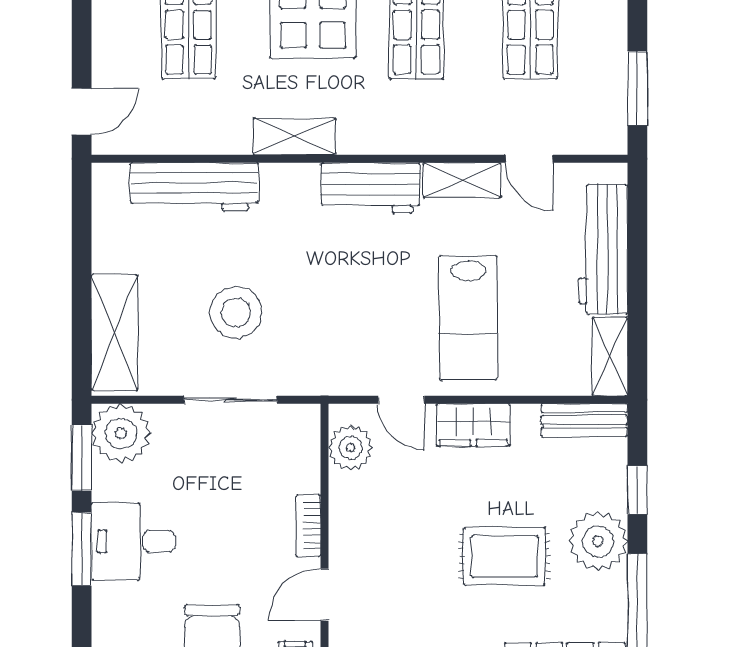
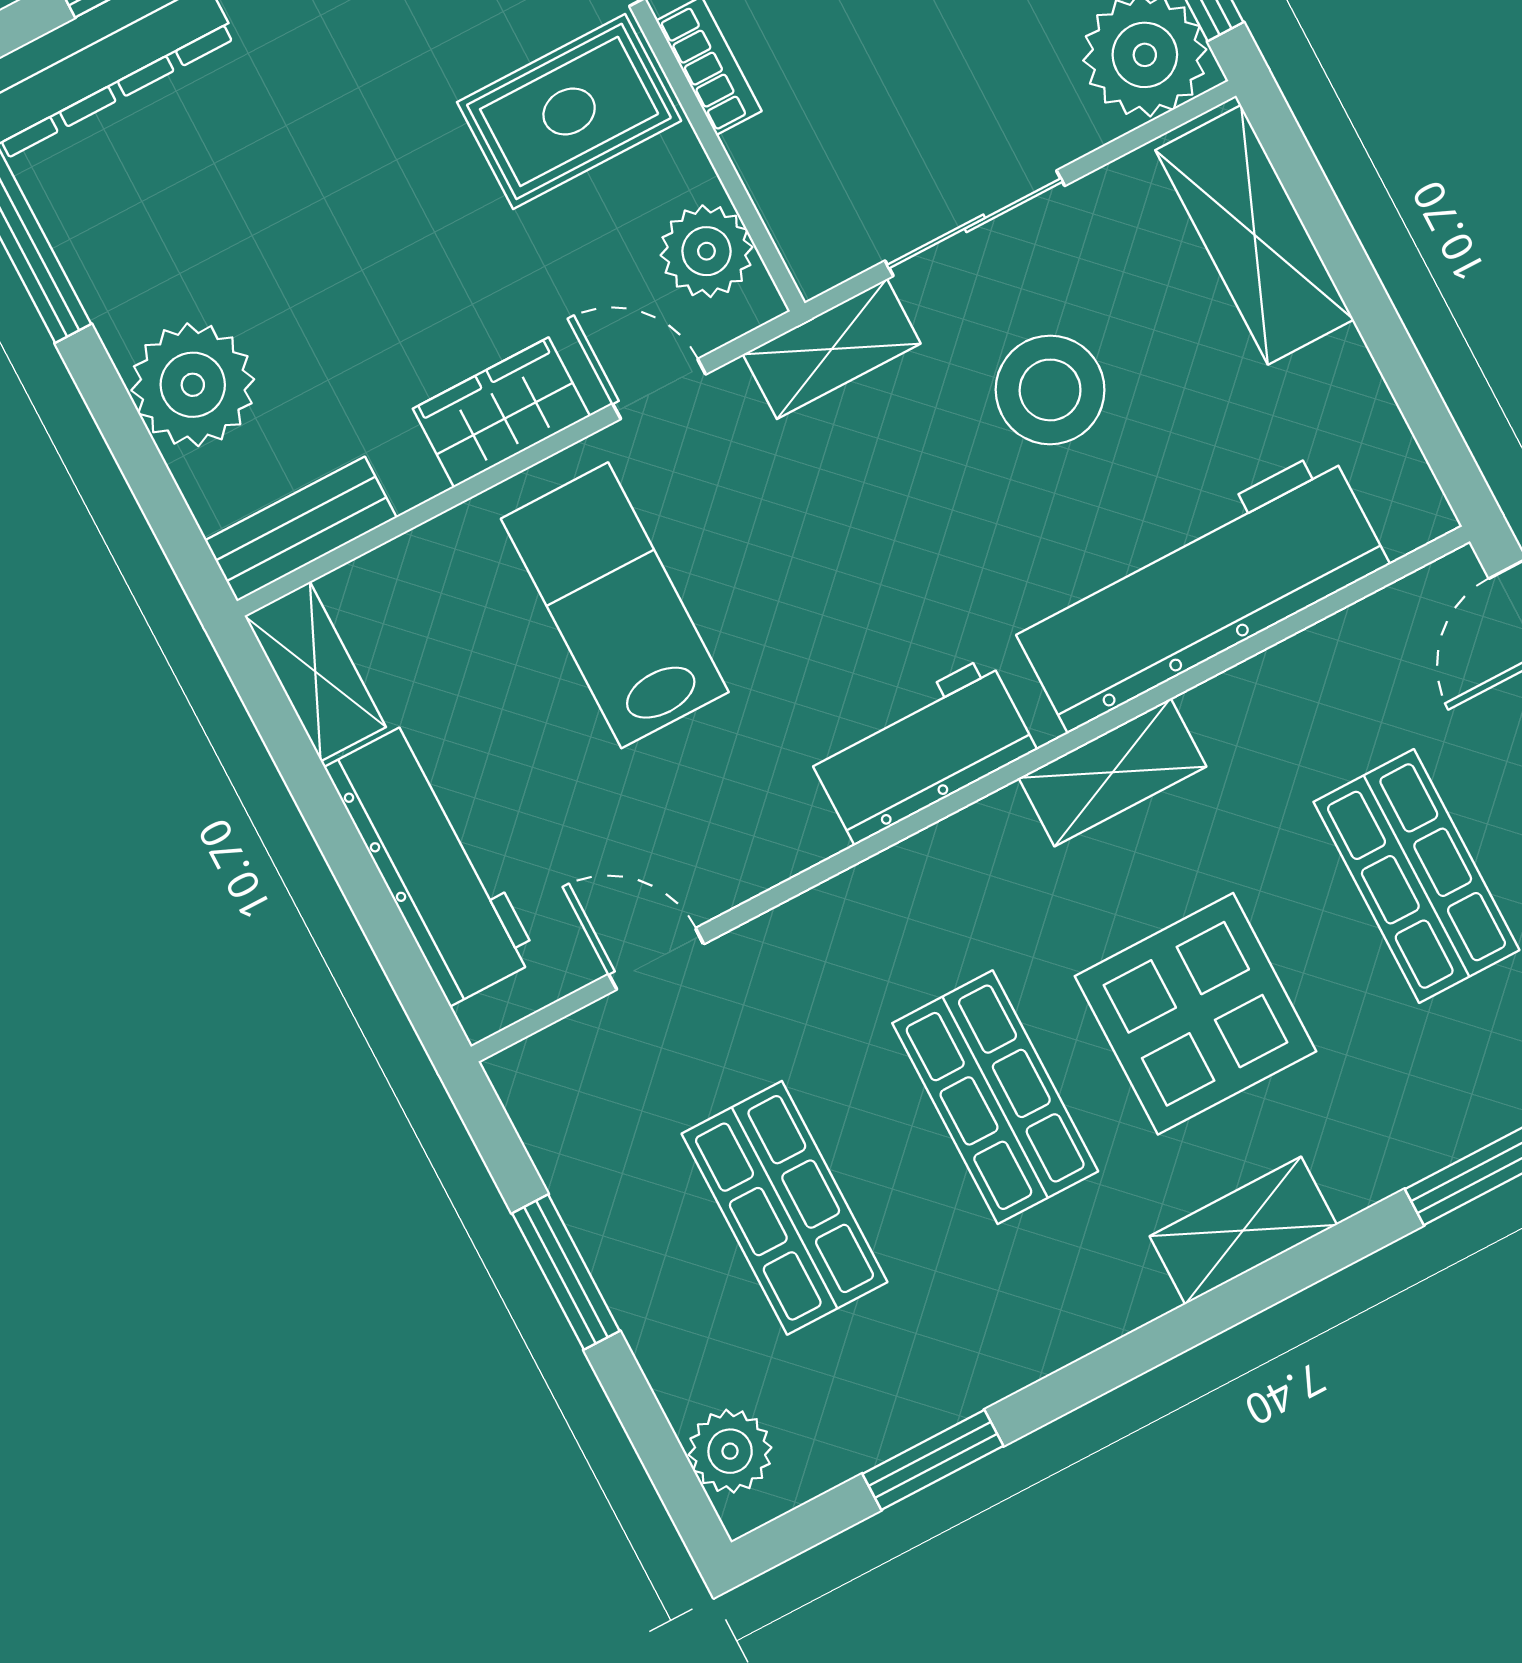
window: (637, 88) -> (566, 1272), moved
shelving: (462, 180) -> (832, 349), moved
workbench: (194, 187) -> (1198, 590), width x1.36, depth x1.32
window: (637, 490) -> (135, 451), removed
plant: (598, 541) -> (193, 385), moved
rug: (504, 556) -> (569, 111), moved

